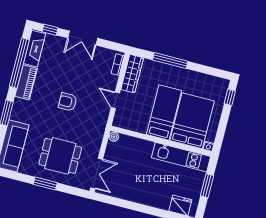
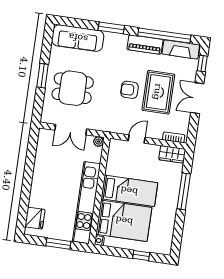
wardrobe: (132, 74) -> (172, 154), width x0.67
rug: (73, 75) -> (158, 92), added
window: (230, 97) -> (141, 255), moved
armchair: (68, 102) -> (129, 90), turned -90
dining table: (60, 156) -> (73, 88), turned 90
kitchen unit: (181, 157) -> (87, 203), width x1.36
double door: (97, 174) -> (71, 130), moved

